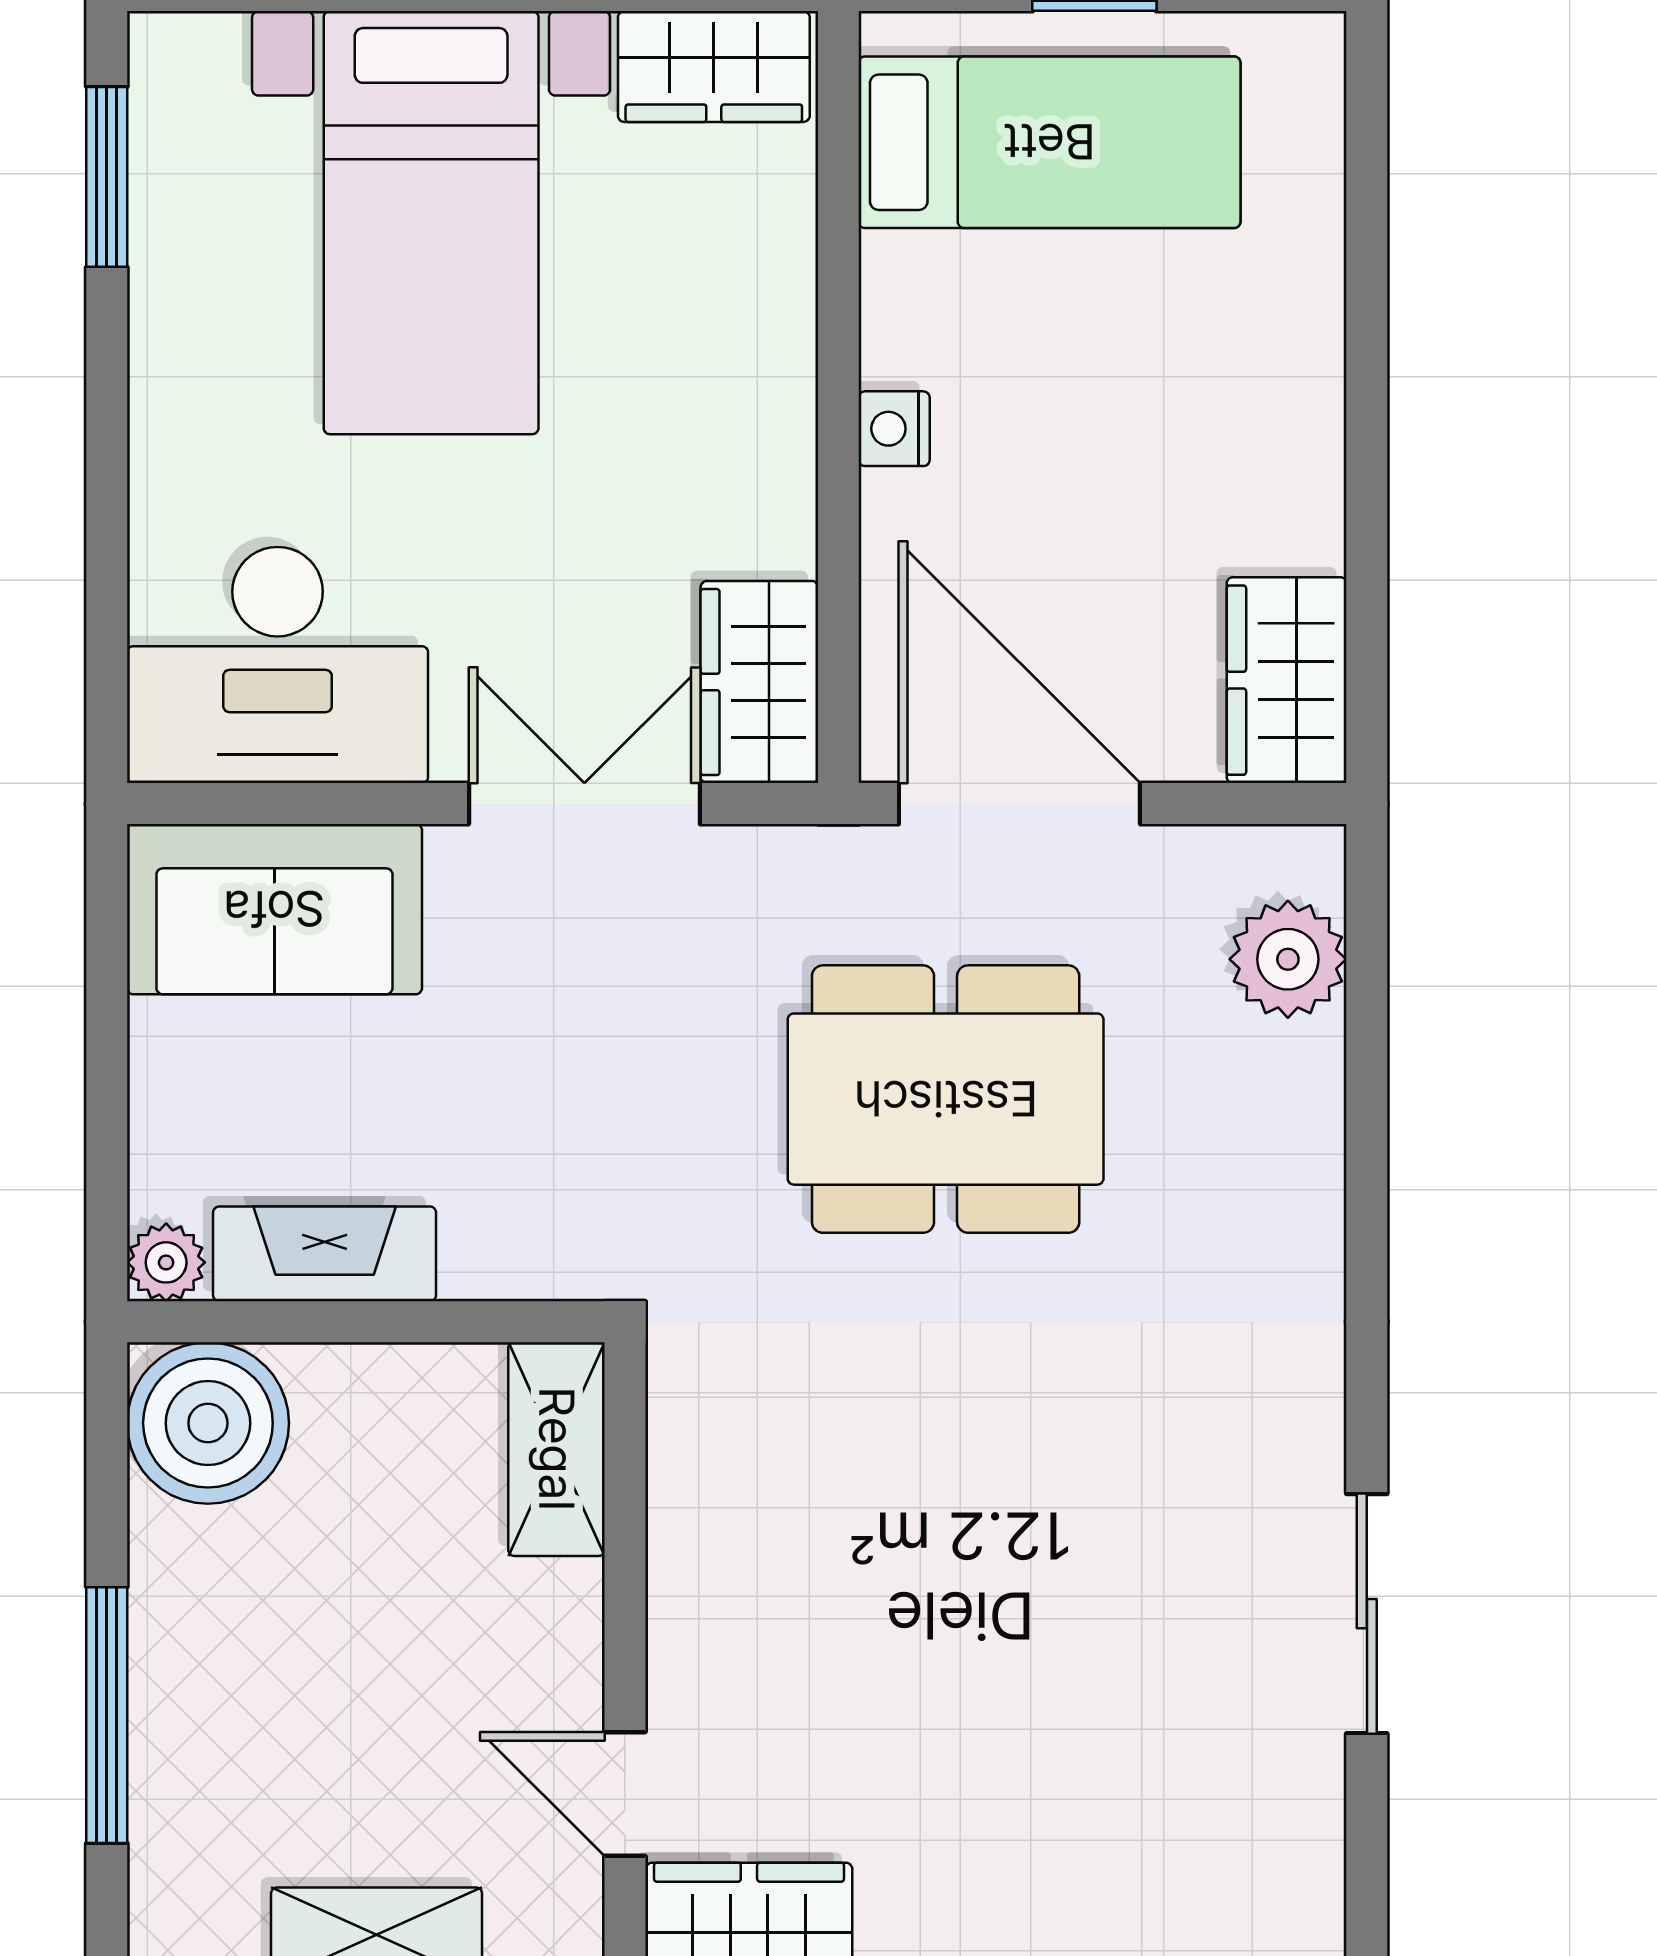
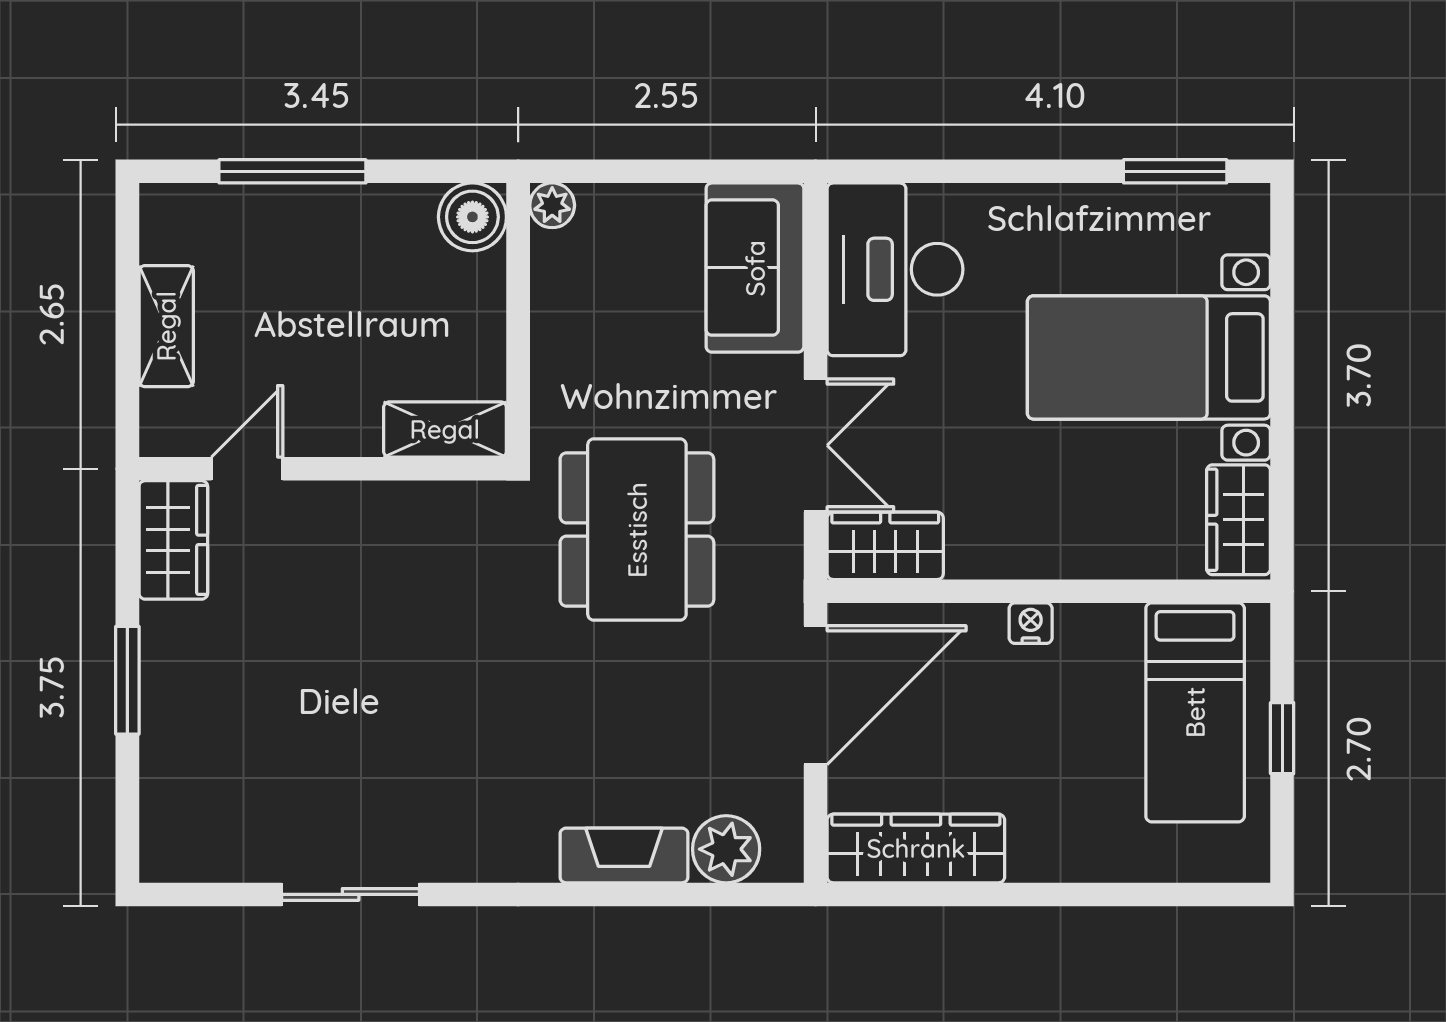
wardrobe: (1287, 680) -> (916, 848), width x1.50
dining table: (946, 1099) -> (637, 530), moved
fireplace: (325, 1254) -> (624, 855), moved, turned -90
boiler: (208, 1423) -> (472, 217), width x0.73, depth x0.73

